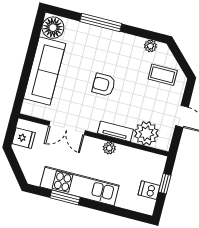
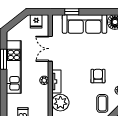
window: (23, 85) -> (72, 12), added
armchair: (104, 85) -> (98, 76), moved

